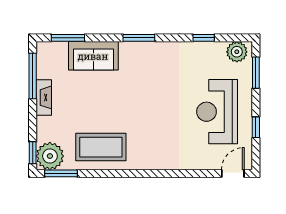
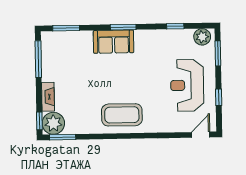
sofa: (93, 56) -> (114, 42), moved
fireplace: (44, 97) -> (48, 97), moved
coffee table: (101, 147) -> (122, 115), moved

